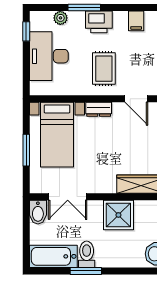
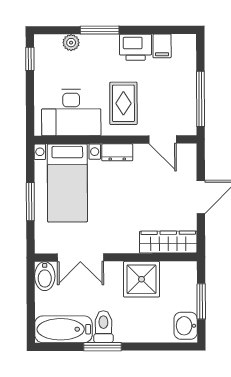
printer: (99, 22) -> (136, 47), moved
desk: (49, 56) -> (71, 113), moved, turned -90

